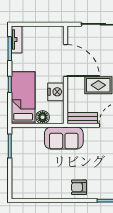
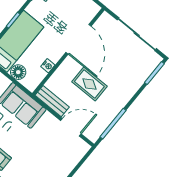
nightstand: (56, 92) -> (48, 66), width x0.53, depth x0.56

